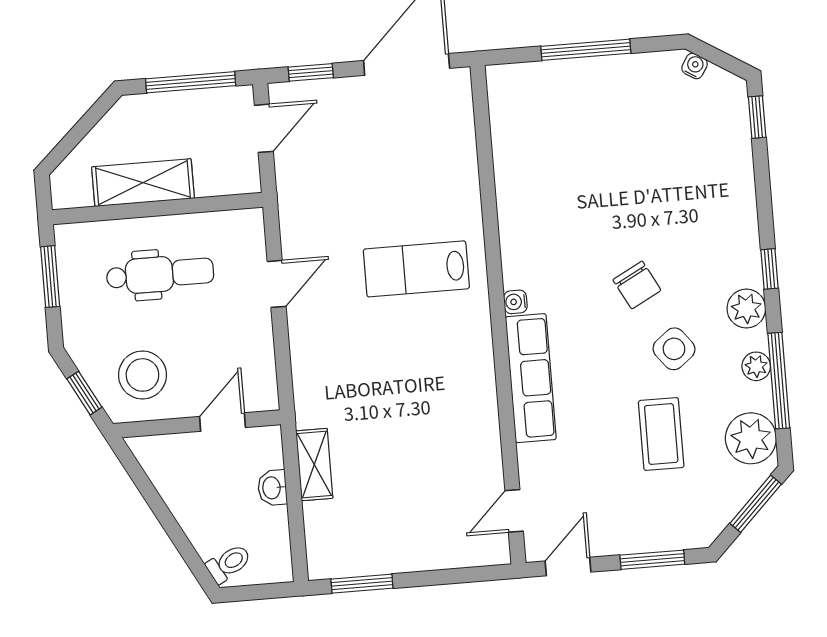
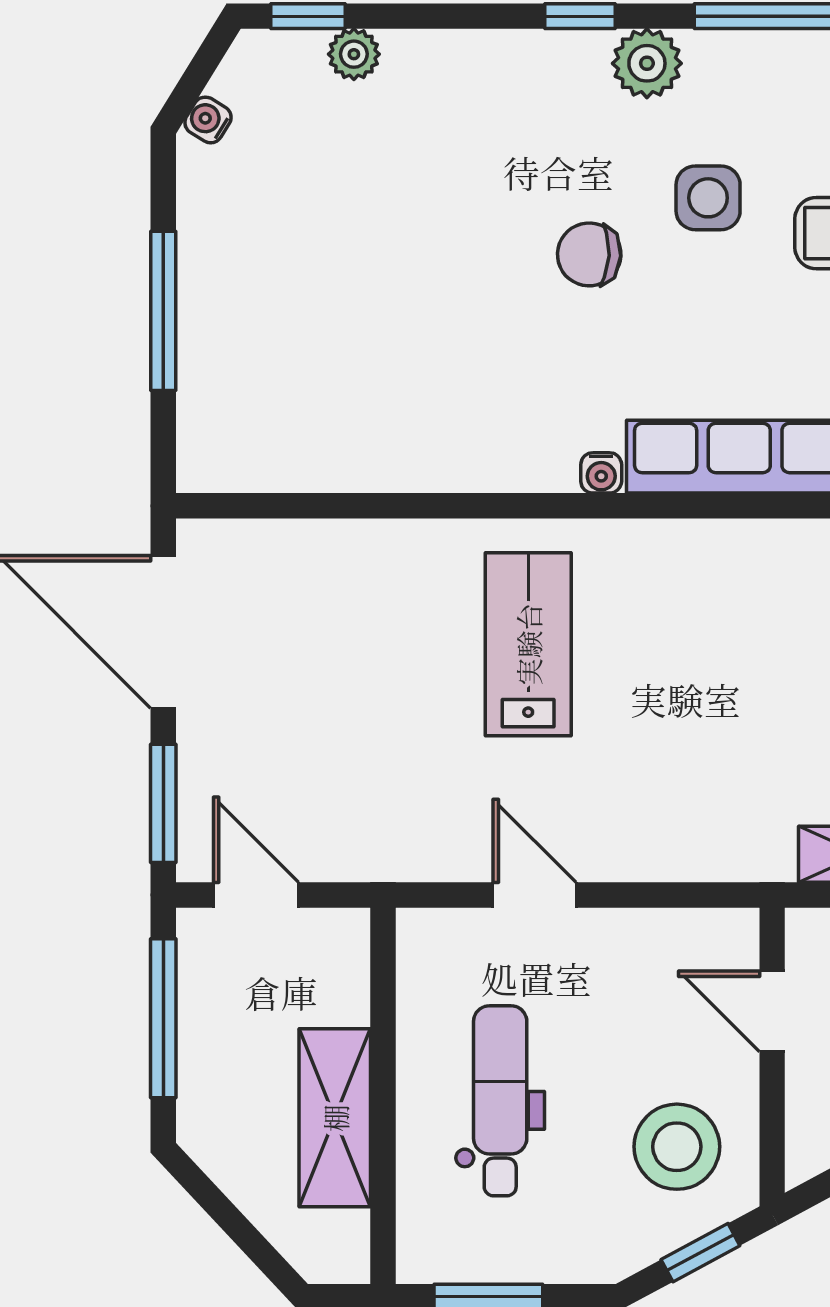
window: (311, 72) -> (163, 803), width x1.50
lab bench: (416, 269) -> (528, 644), turned 180
chair: (637, 285) -> (589, 254), turned -149
side table: (674, 349) -> (708, 198), turned 38
plant: (756, 366) -> (354, 54), moved

